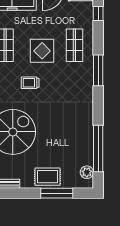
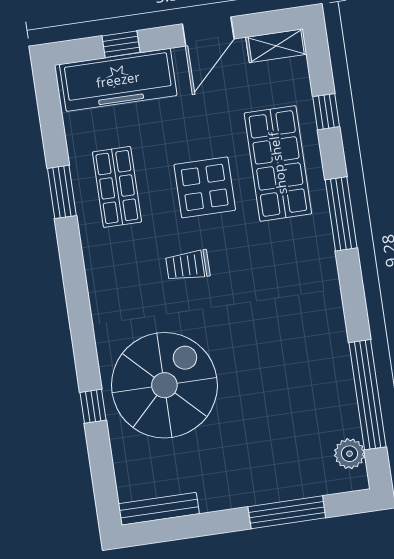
window: (98, 13) -> (326, 112), moved
shop shelf: (74, 45) -> (278, 163), width x1.43, depth x1.36
rug: (47, 177) -> (260, 477), removed

